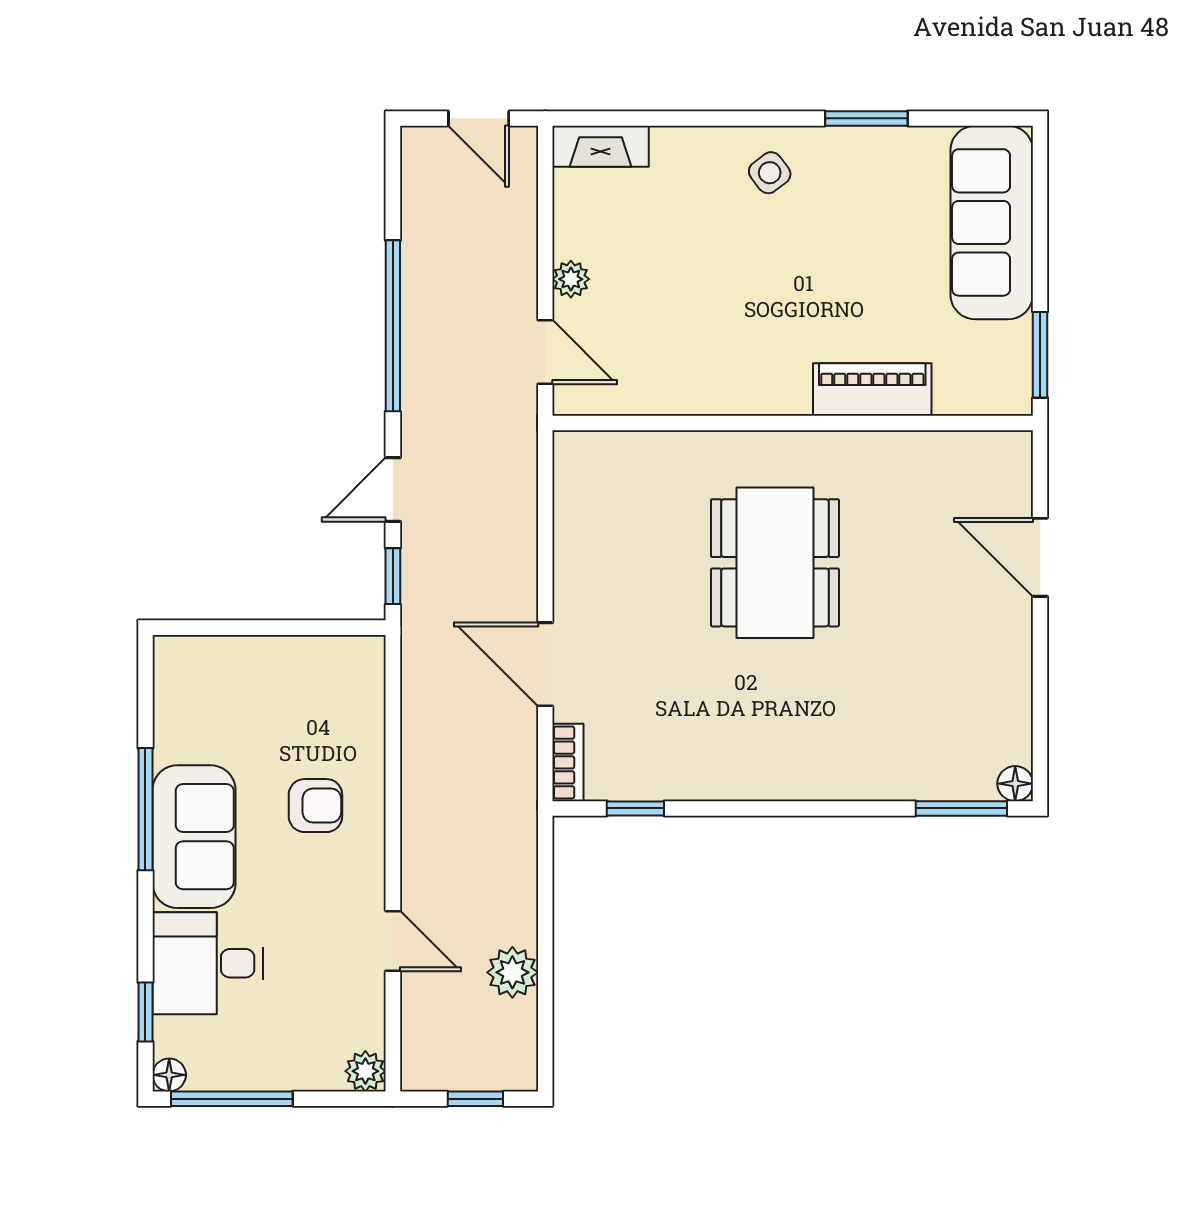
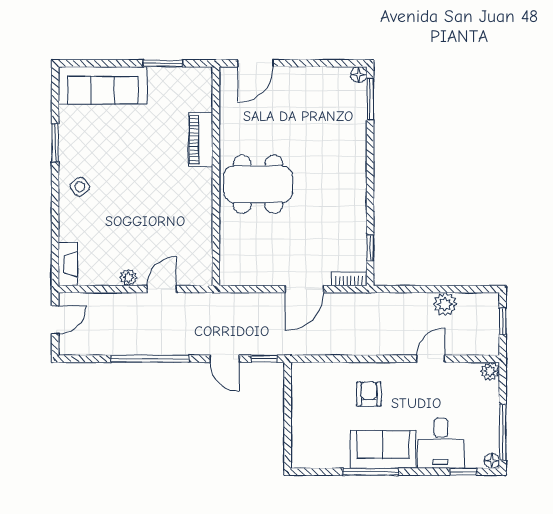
piano: (872, 389) -> (201, 140), moved
wall: (793, 423) -> (216, 176), moved

